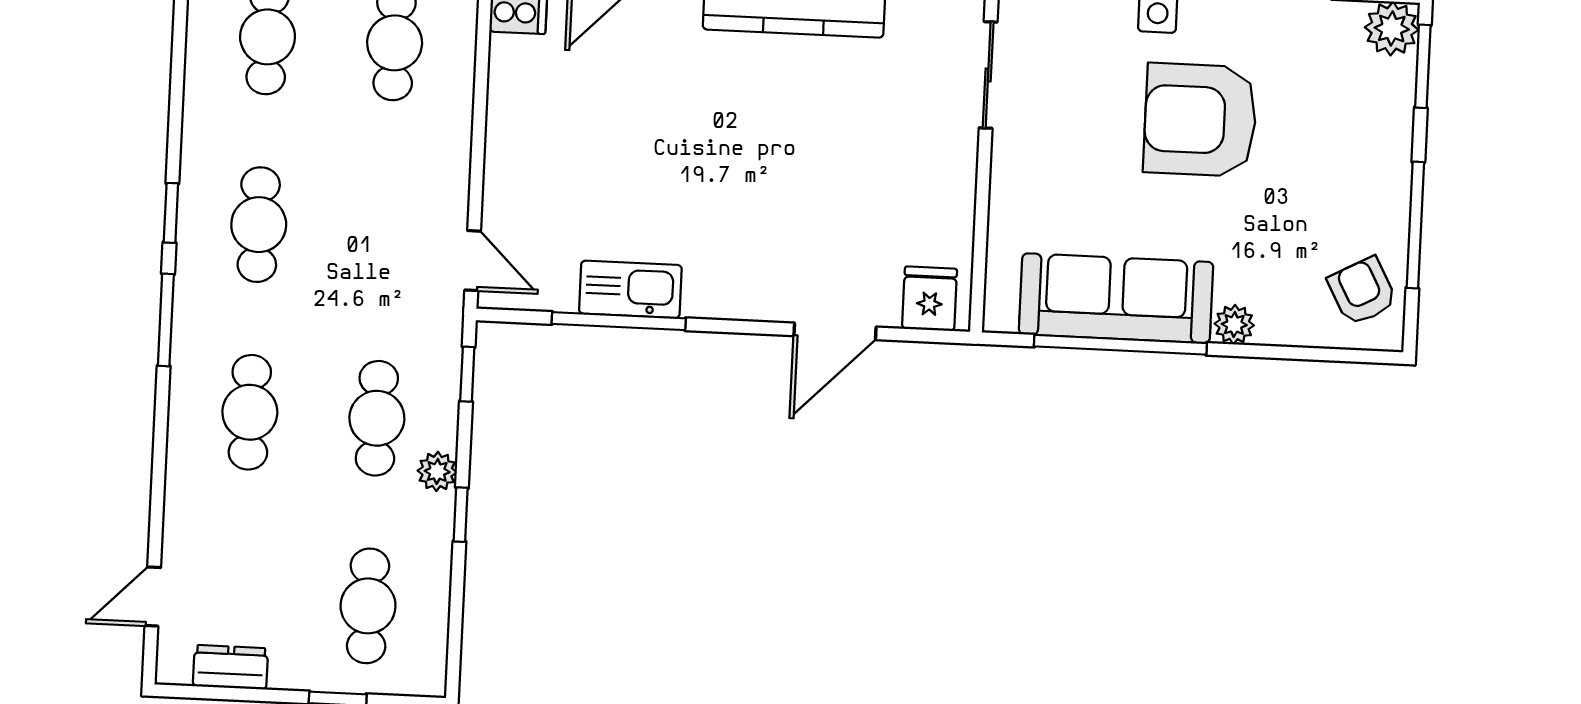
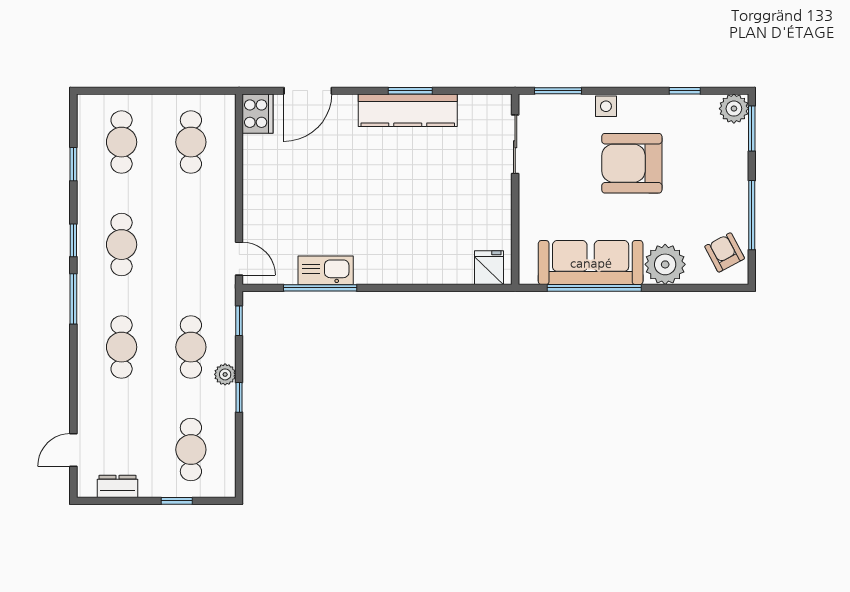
window: (177, 73) -> (73, 164), added
plant: (1234, 325) -> (665, 264), width x1.87, depth x1.87
door: (835, 331) -> (438, 288), removed

